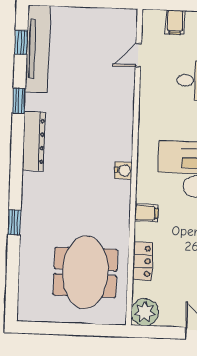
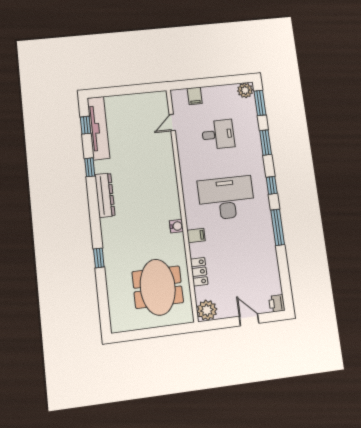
water cooler: (123, 170) -> (177, 226), moved

